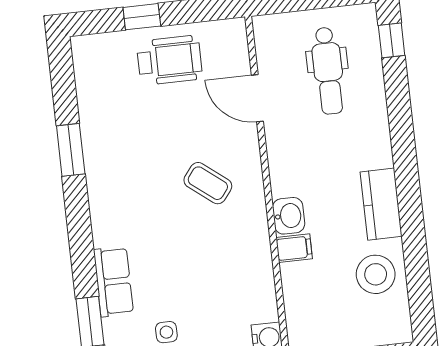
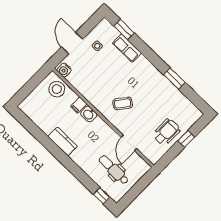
wheelchair: (169, 60) -> (166, 132), turned 180
door: (257, 98) -> (129, 143), swing flipped
stool: (376, 274) -> (57, 89), moved

